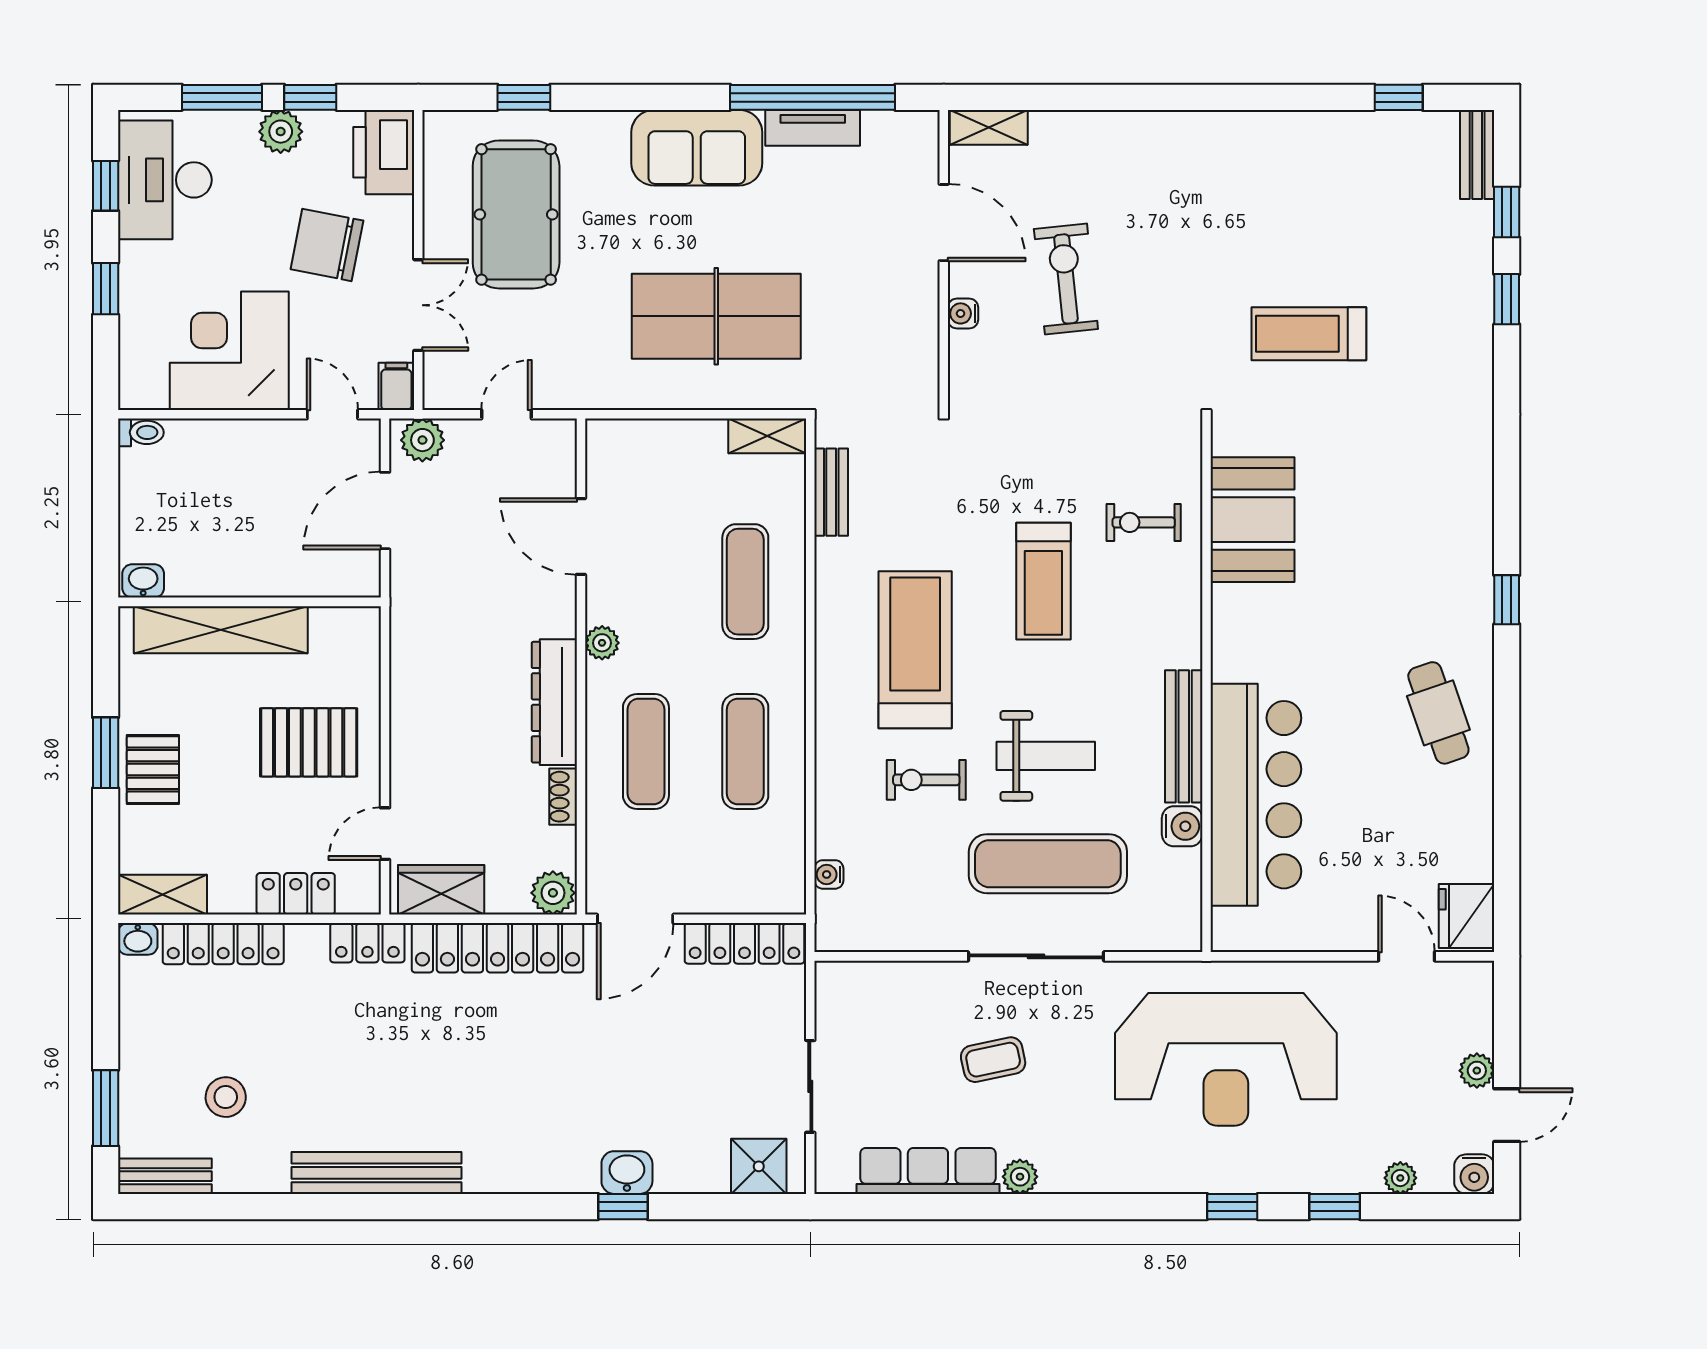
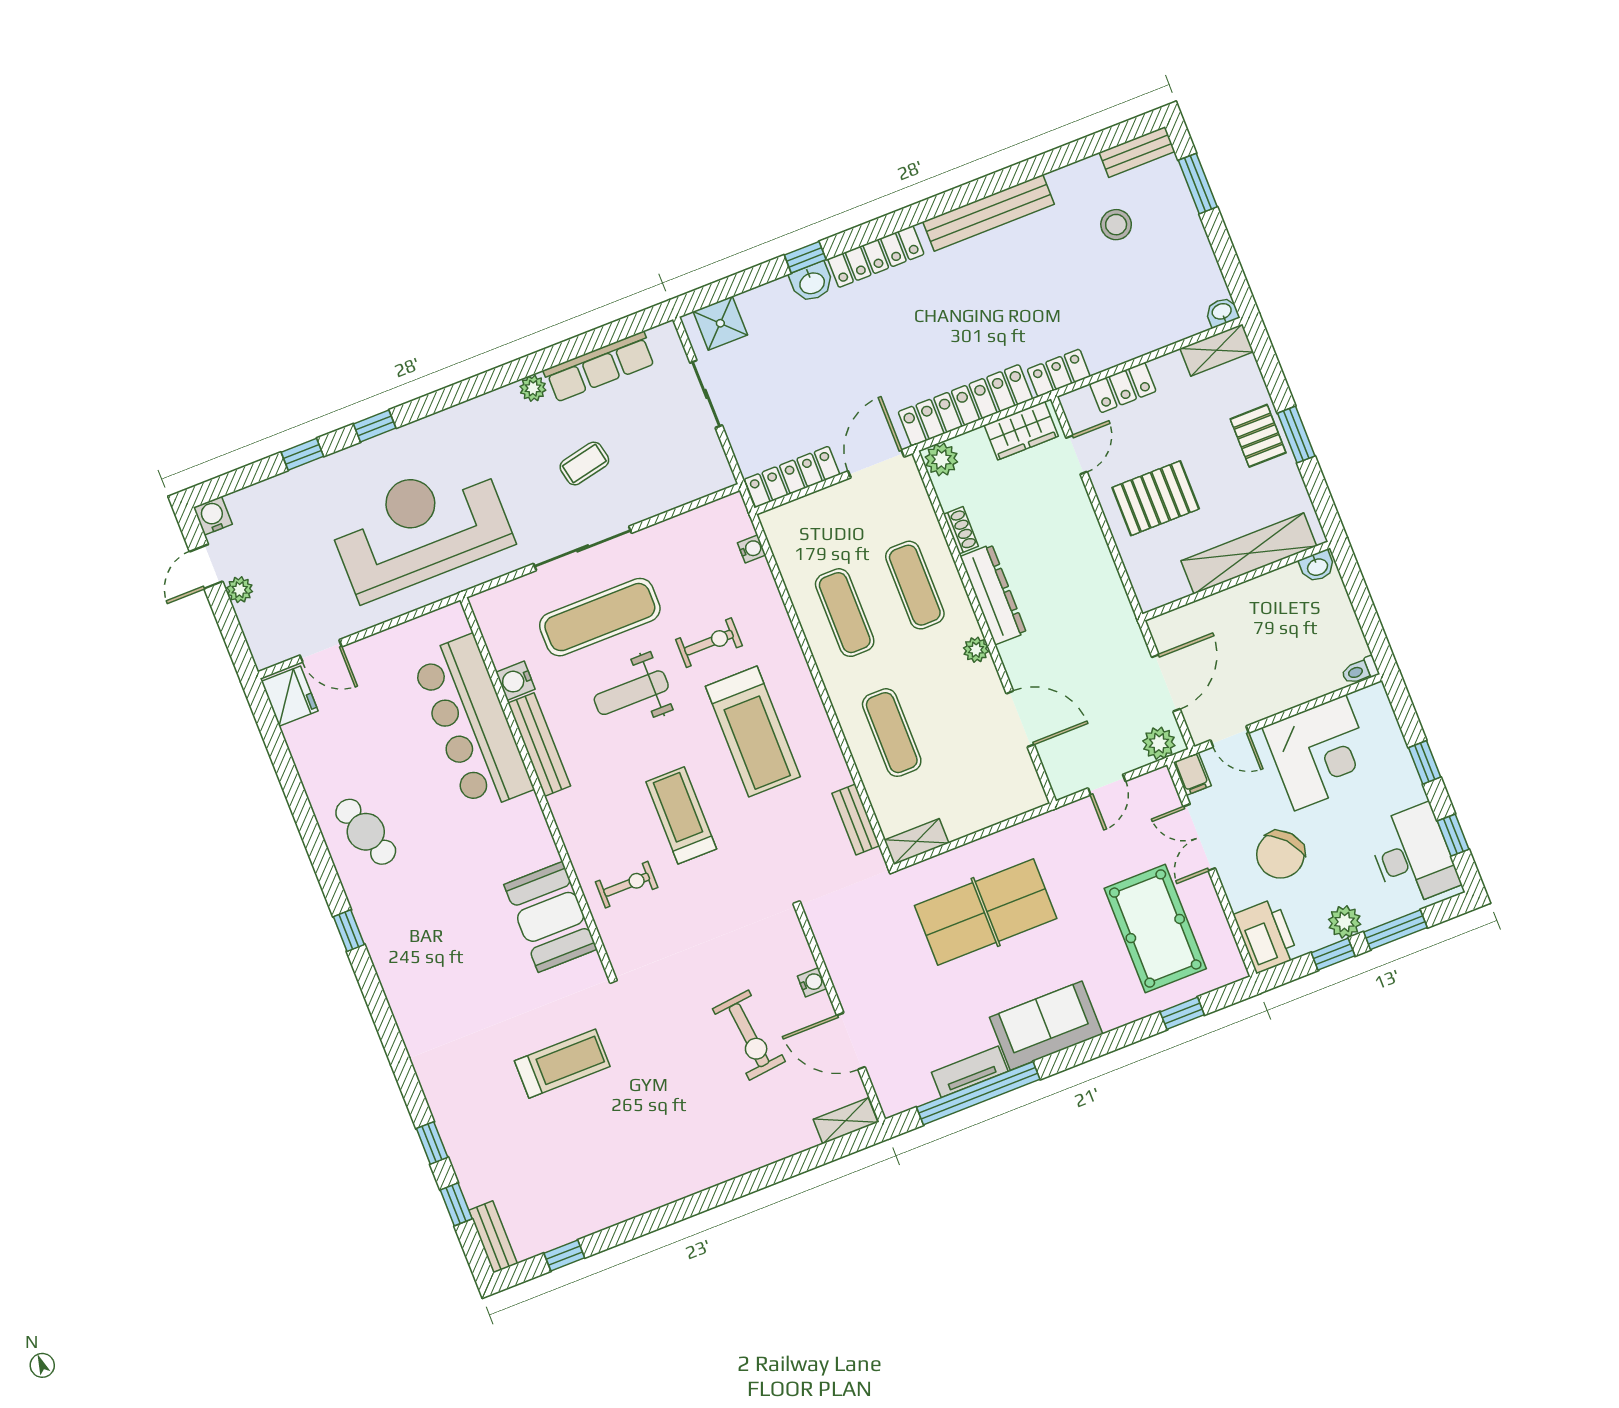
chair: (327, 245) -> (1280, 855), turned 128
locker: (223, 944) -> (876, 257), moved, turned 180
plant: (1400, 1178) -> (264, 493), removed

